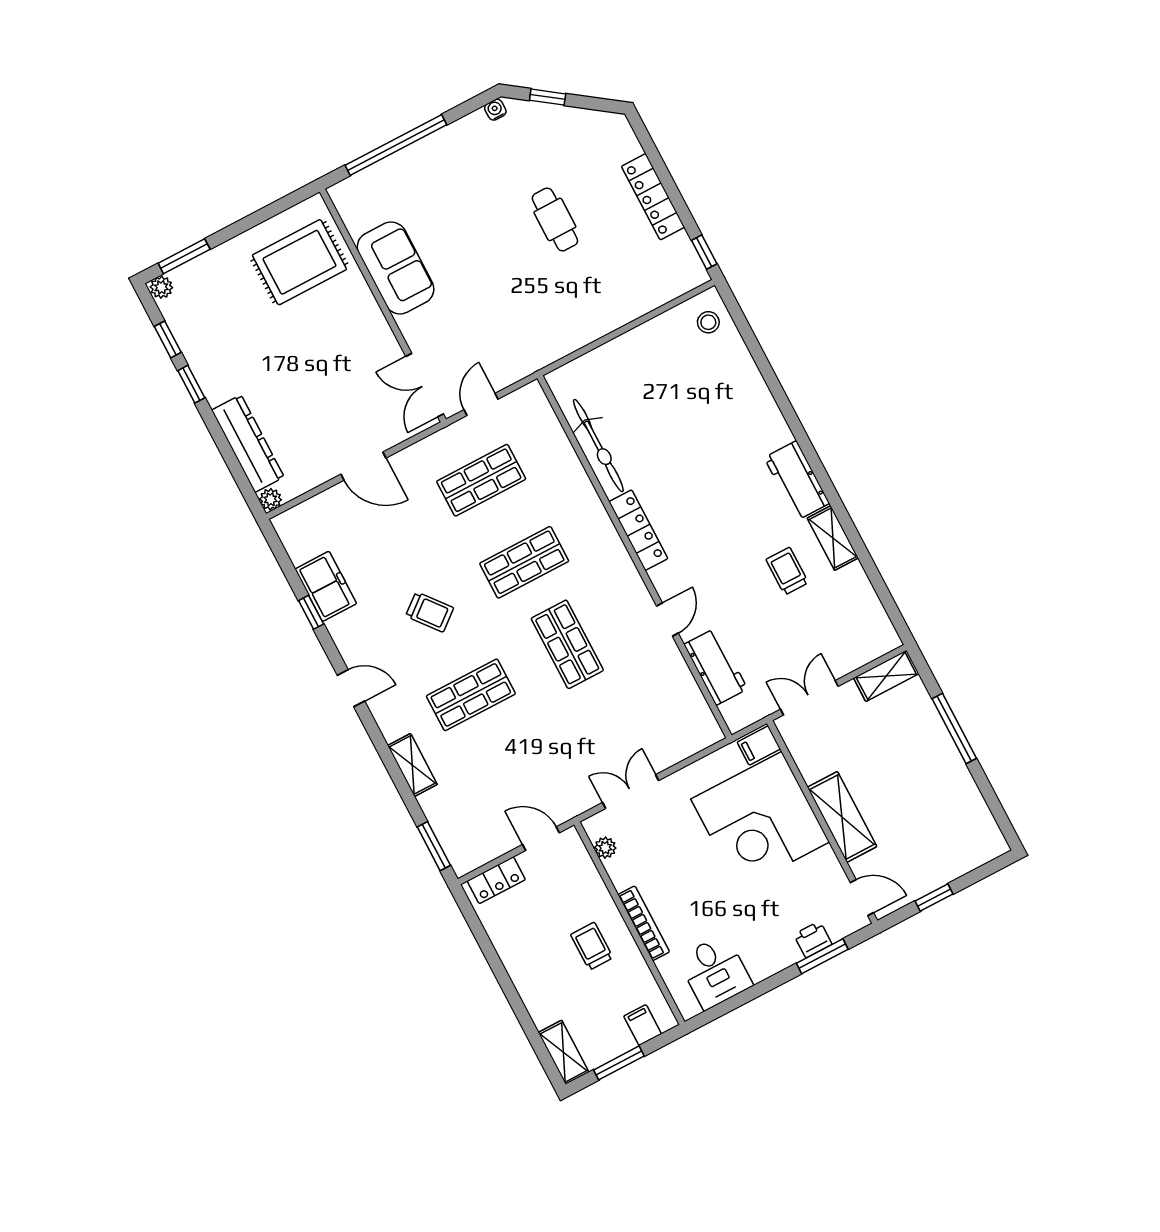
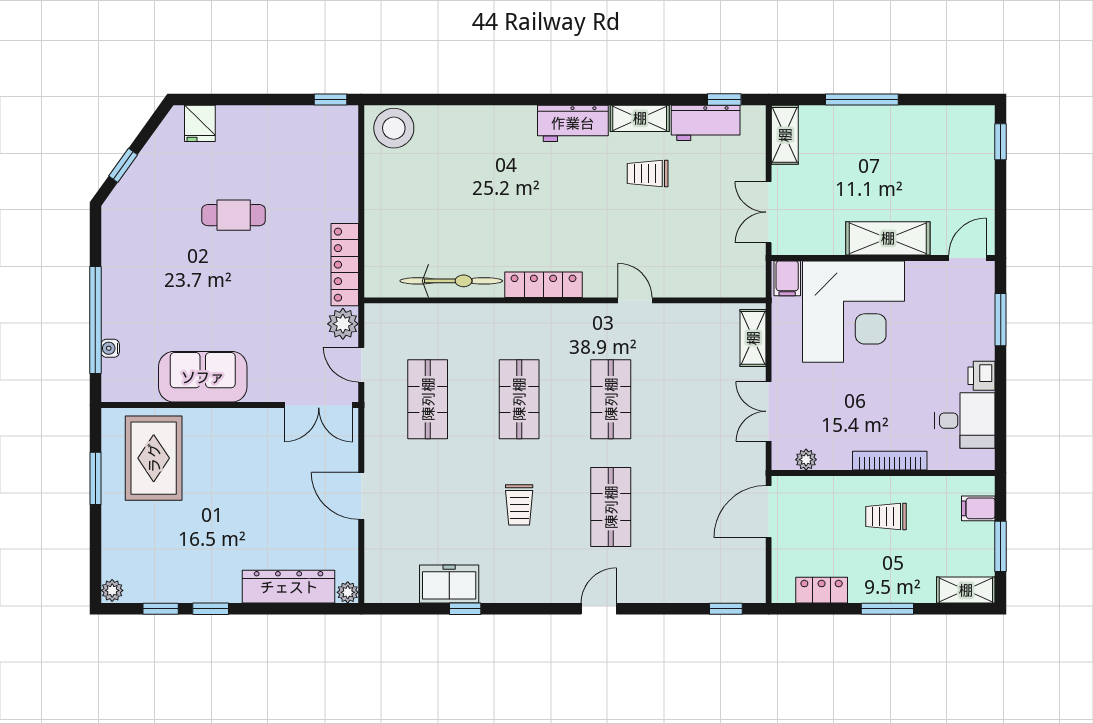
water cooler: (495, 110) -> (110, 348), moved
fridge: (621, 146) -> (200, 123), added
locker: (653, 197) -> (345, 265), moved, turned 90
window: (184, 256) -> (95, 478), moved
stool: (708, 322) -> (394, 128), width x1.89, depth x1.89
plant: (509, 369) -> (343, 324), added
door: (363, 466) -> (361, 496), swing flipped
window: (889, 605) -> (724, 100), added
trolley: (430, 612) -> (519, 505), turned 129
shop shelf: (567, 644) -> (611, 399), turned 90
workbench: (716, 667) -> (706, 123), moved, turned 180
door: (351, 688) -> (599, 609), moved
shelving: (412, 765) -> (753, 338), moved, turned 90
door: (541, 839) -> (769, 512), width x1.38
window: (434, 846) -> (726, 609), width x0.67
locker: (496, 880) -> (822, 590), moved, turned -90
window: (934, 898) -> (1001, 142), moved
printer: (813, 939) -> (981, 376), moved
window: (510, 991) -> (887, 609), added

